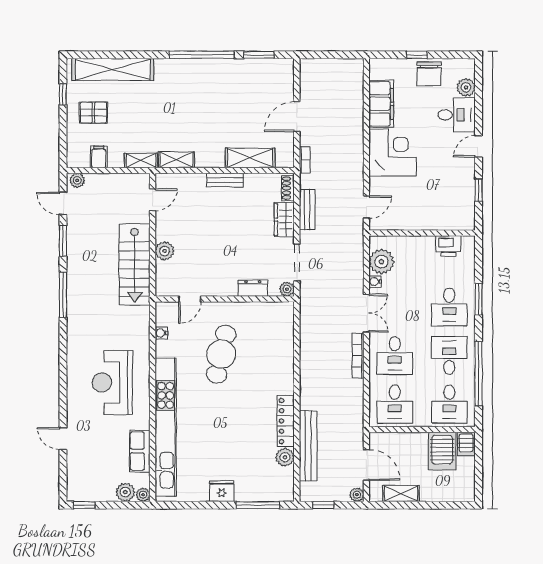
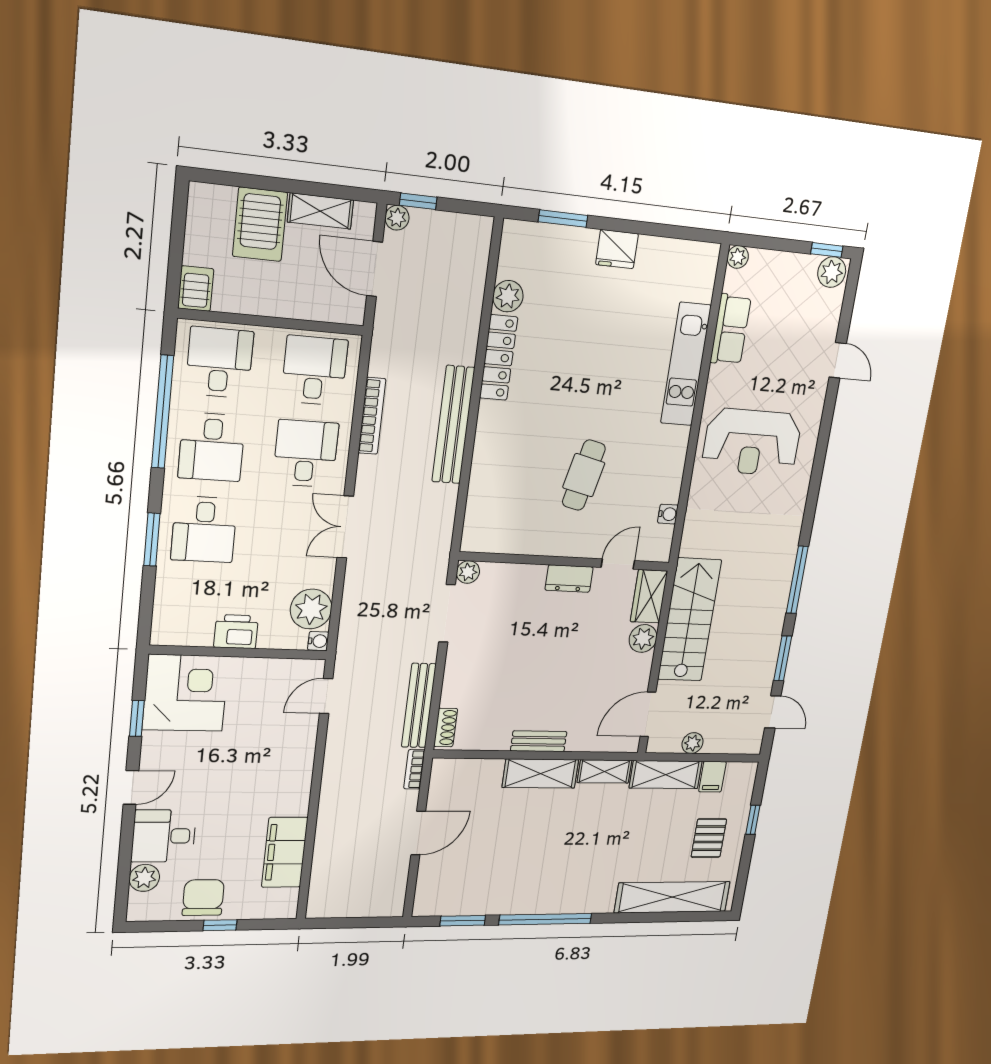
window: (63, 94) -> (753, 820), moved
pallet: (93, 113) -> (709, 838), turned 90
corner desk: (393, 152) -> (185, 693), moved, turned 180
shelving: (250, 158) -> (540, 773), moved
shelving: (141, 160) -> (666, 775), width x1.50, depth x1.33
plant: (77, 180) -> (693, 743), moved
door: (153, 200) -> (648, 714), width x1.38
bench: (307, 210) -> (419, 706), width x1.36
wardrobe: (284, 220) -> (649, 596), moved, turned 180
printer: (448, 246) -> (236, 632), moved
water cooler: (375, 282) -> (318, 641), moved
dresser: (253, 288) -> (569, 579), moved
desk: (449, 307) -> (204, 529), turned 180
cafe table: (221, 354) -> (584, 475), width x0.73, depth x0.74
bookcase: (358, 356) -> (372, 416), moved
reception desk: (112, 382) -> (752, 442), turned 90
kitchen unit: (166, 427) -> (686, 364), width x0.54
bench: (308, 446) -> (453, 425), moved
server rack: (442, 451) -> (260, 224), moved, turned 180
plant: (125, 492) -> (832, 272), moved
window: (258, 505) -> (563, 219), width x0.69
window: (323, 505) -> (418, 201), moved

